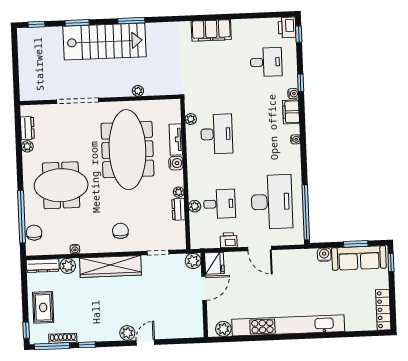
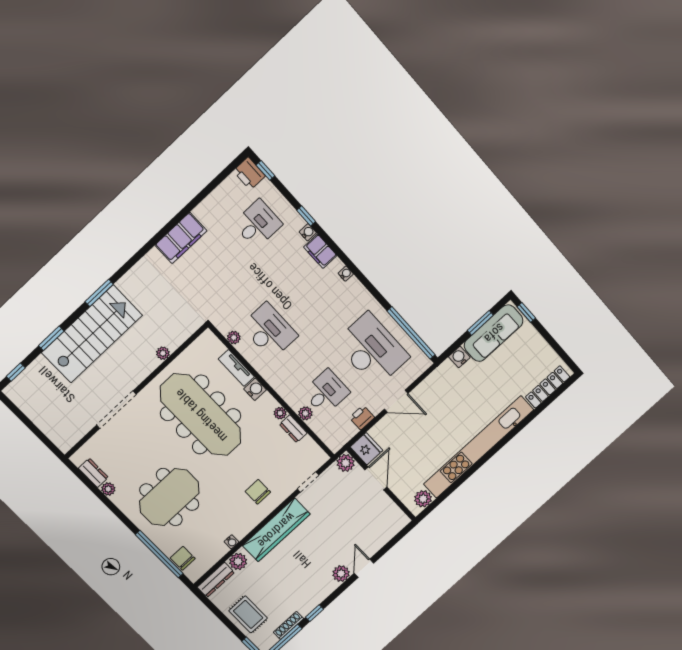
locker: (383, 310) -> (548, 387), moved, turned 90

